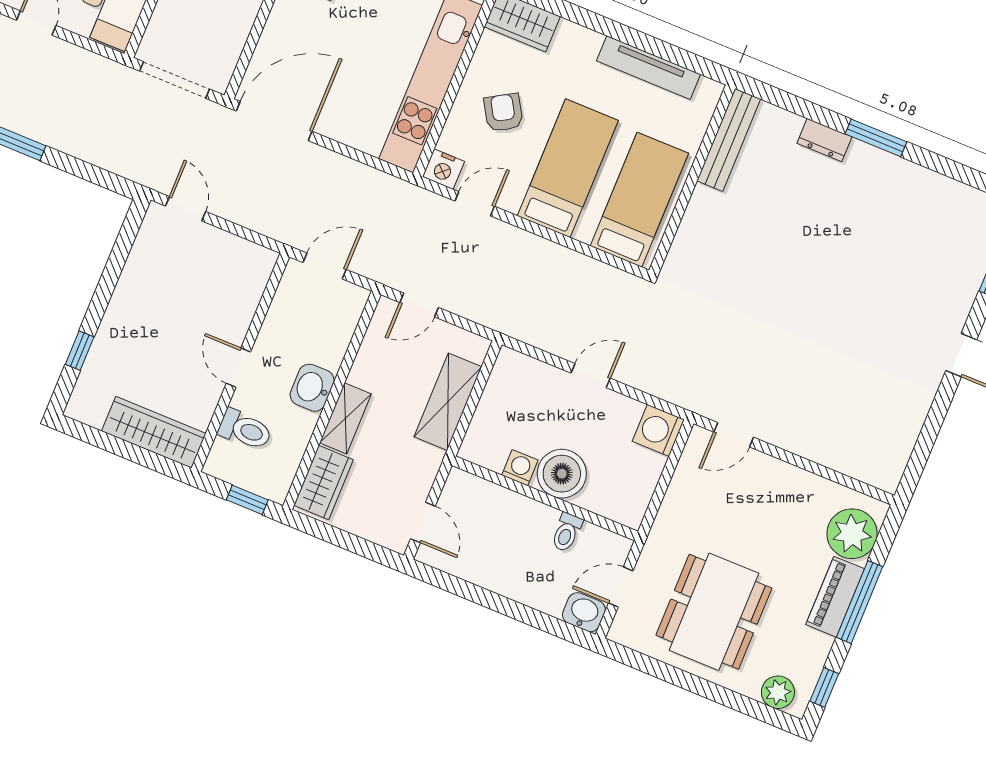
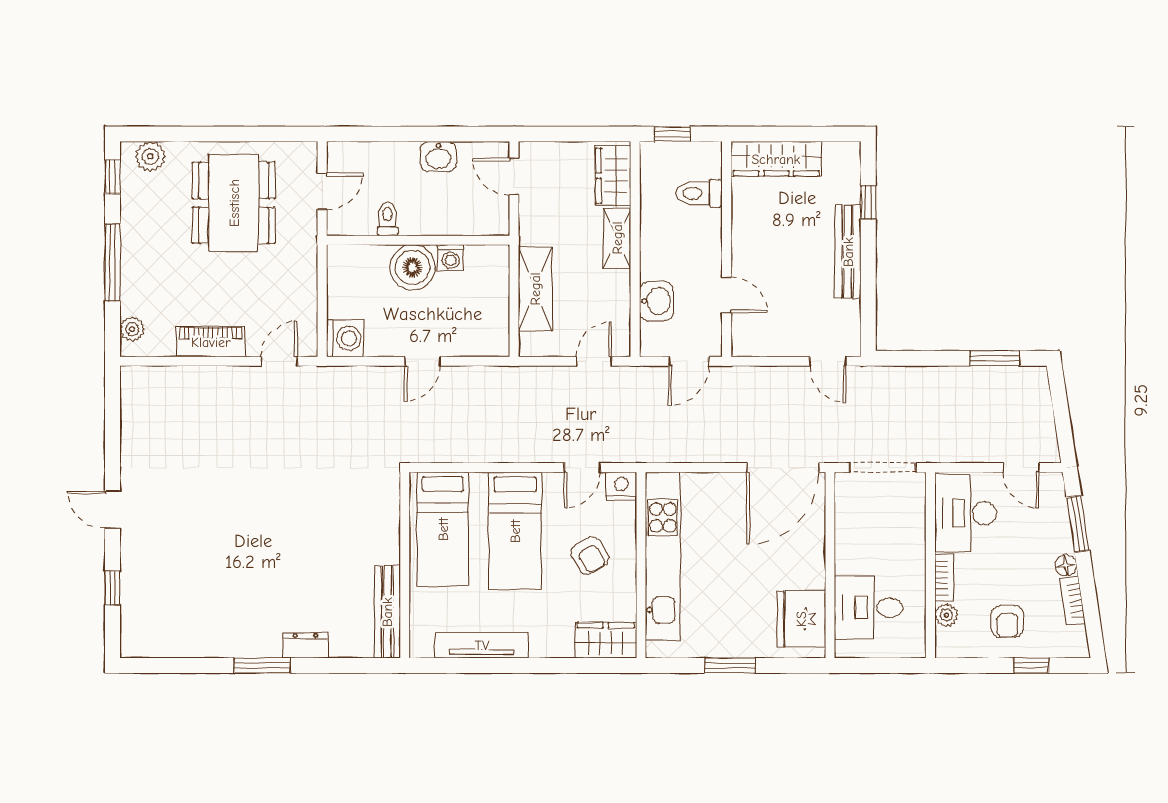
bench: (120, 310) -> (848, 252), added
door: (238, 368) -> (727, 295), moved
washbasin: (312, 388) -> (657, 301), moved
plant: (852, 534) -> (132, 329), width x0.53, depth x0.53
piano: (835, 597) -> (211, 342), moved, turned -90
washbasin: (584, 612) -> (438, 157), moved

